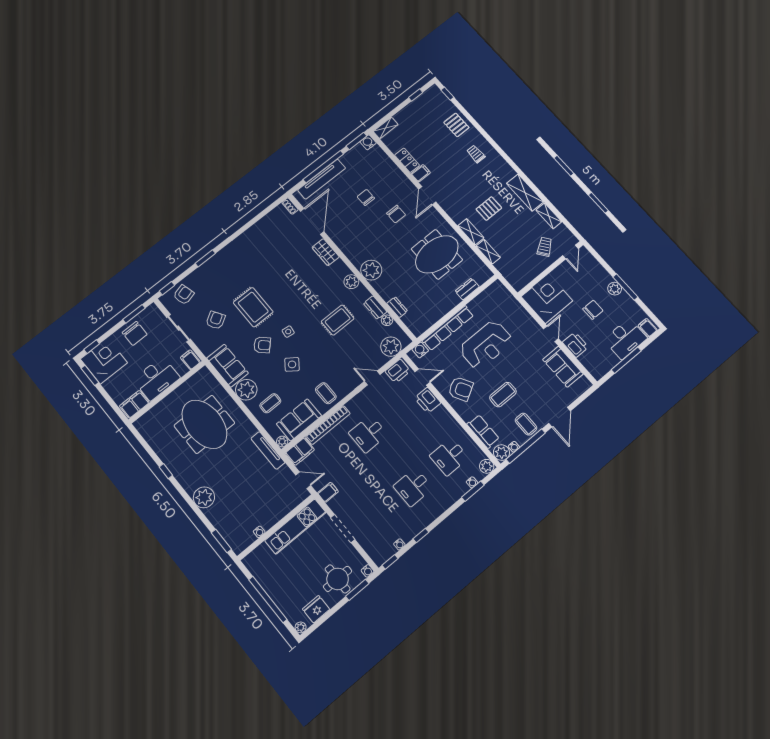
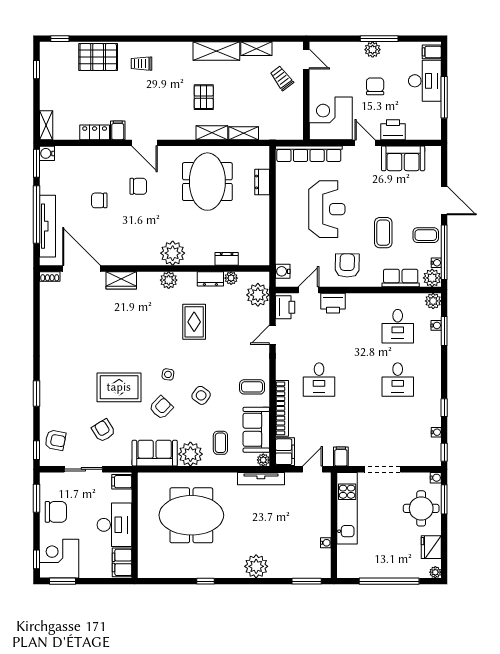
pallet: (456, 125) -> (98, 57), width x1.50, depth x1.42
armchair: (184, 295) -> (55, 440), turned 116
row of seats: (448, 328) -> (309, 154), moved, turned 90
armchair: (461, 389) -> (347, 265), turned -59

